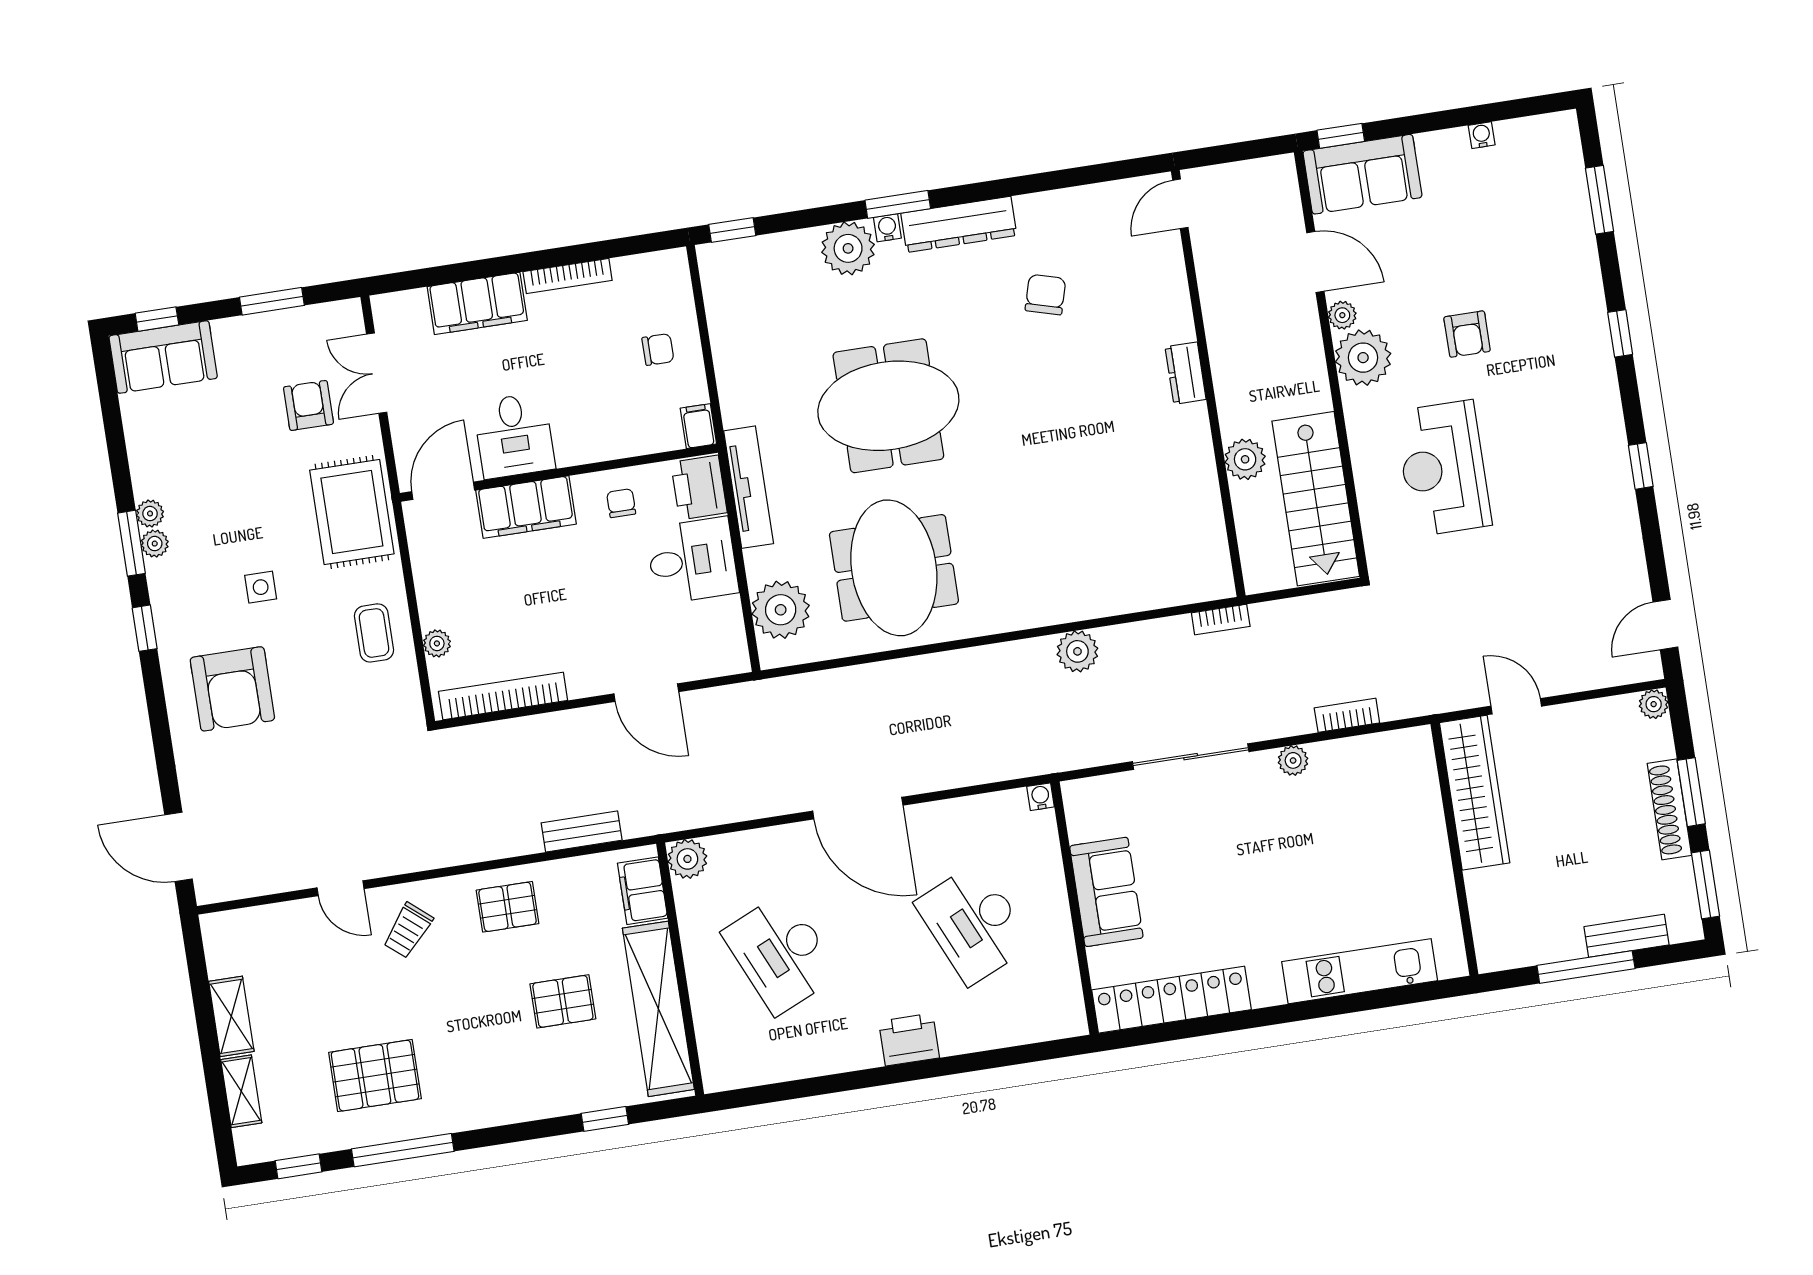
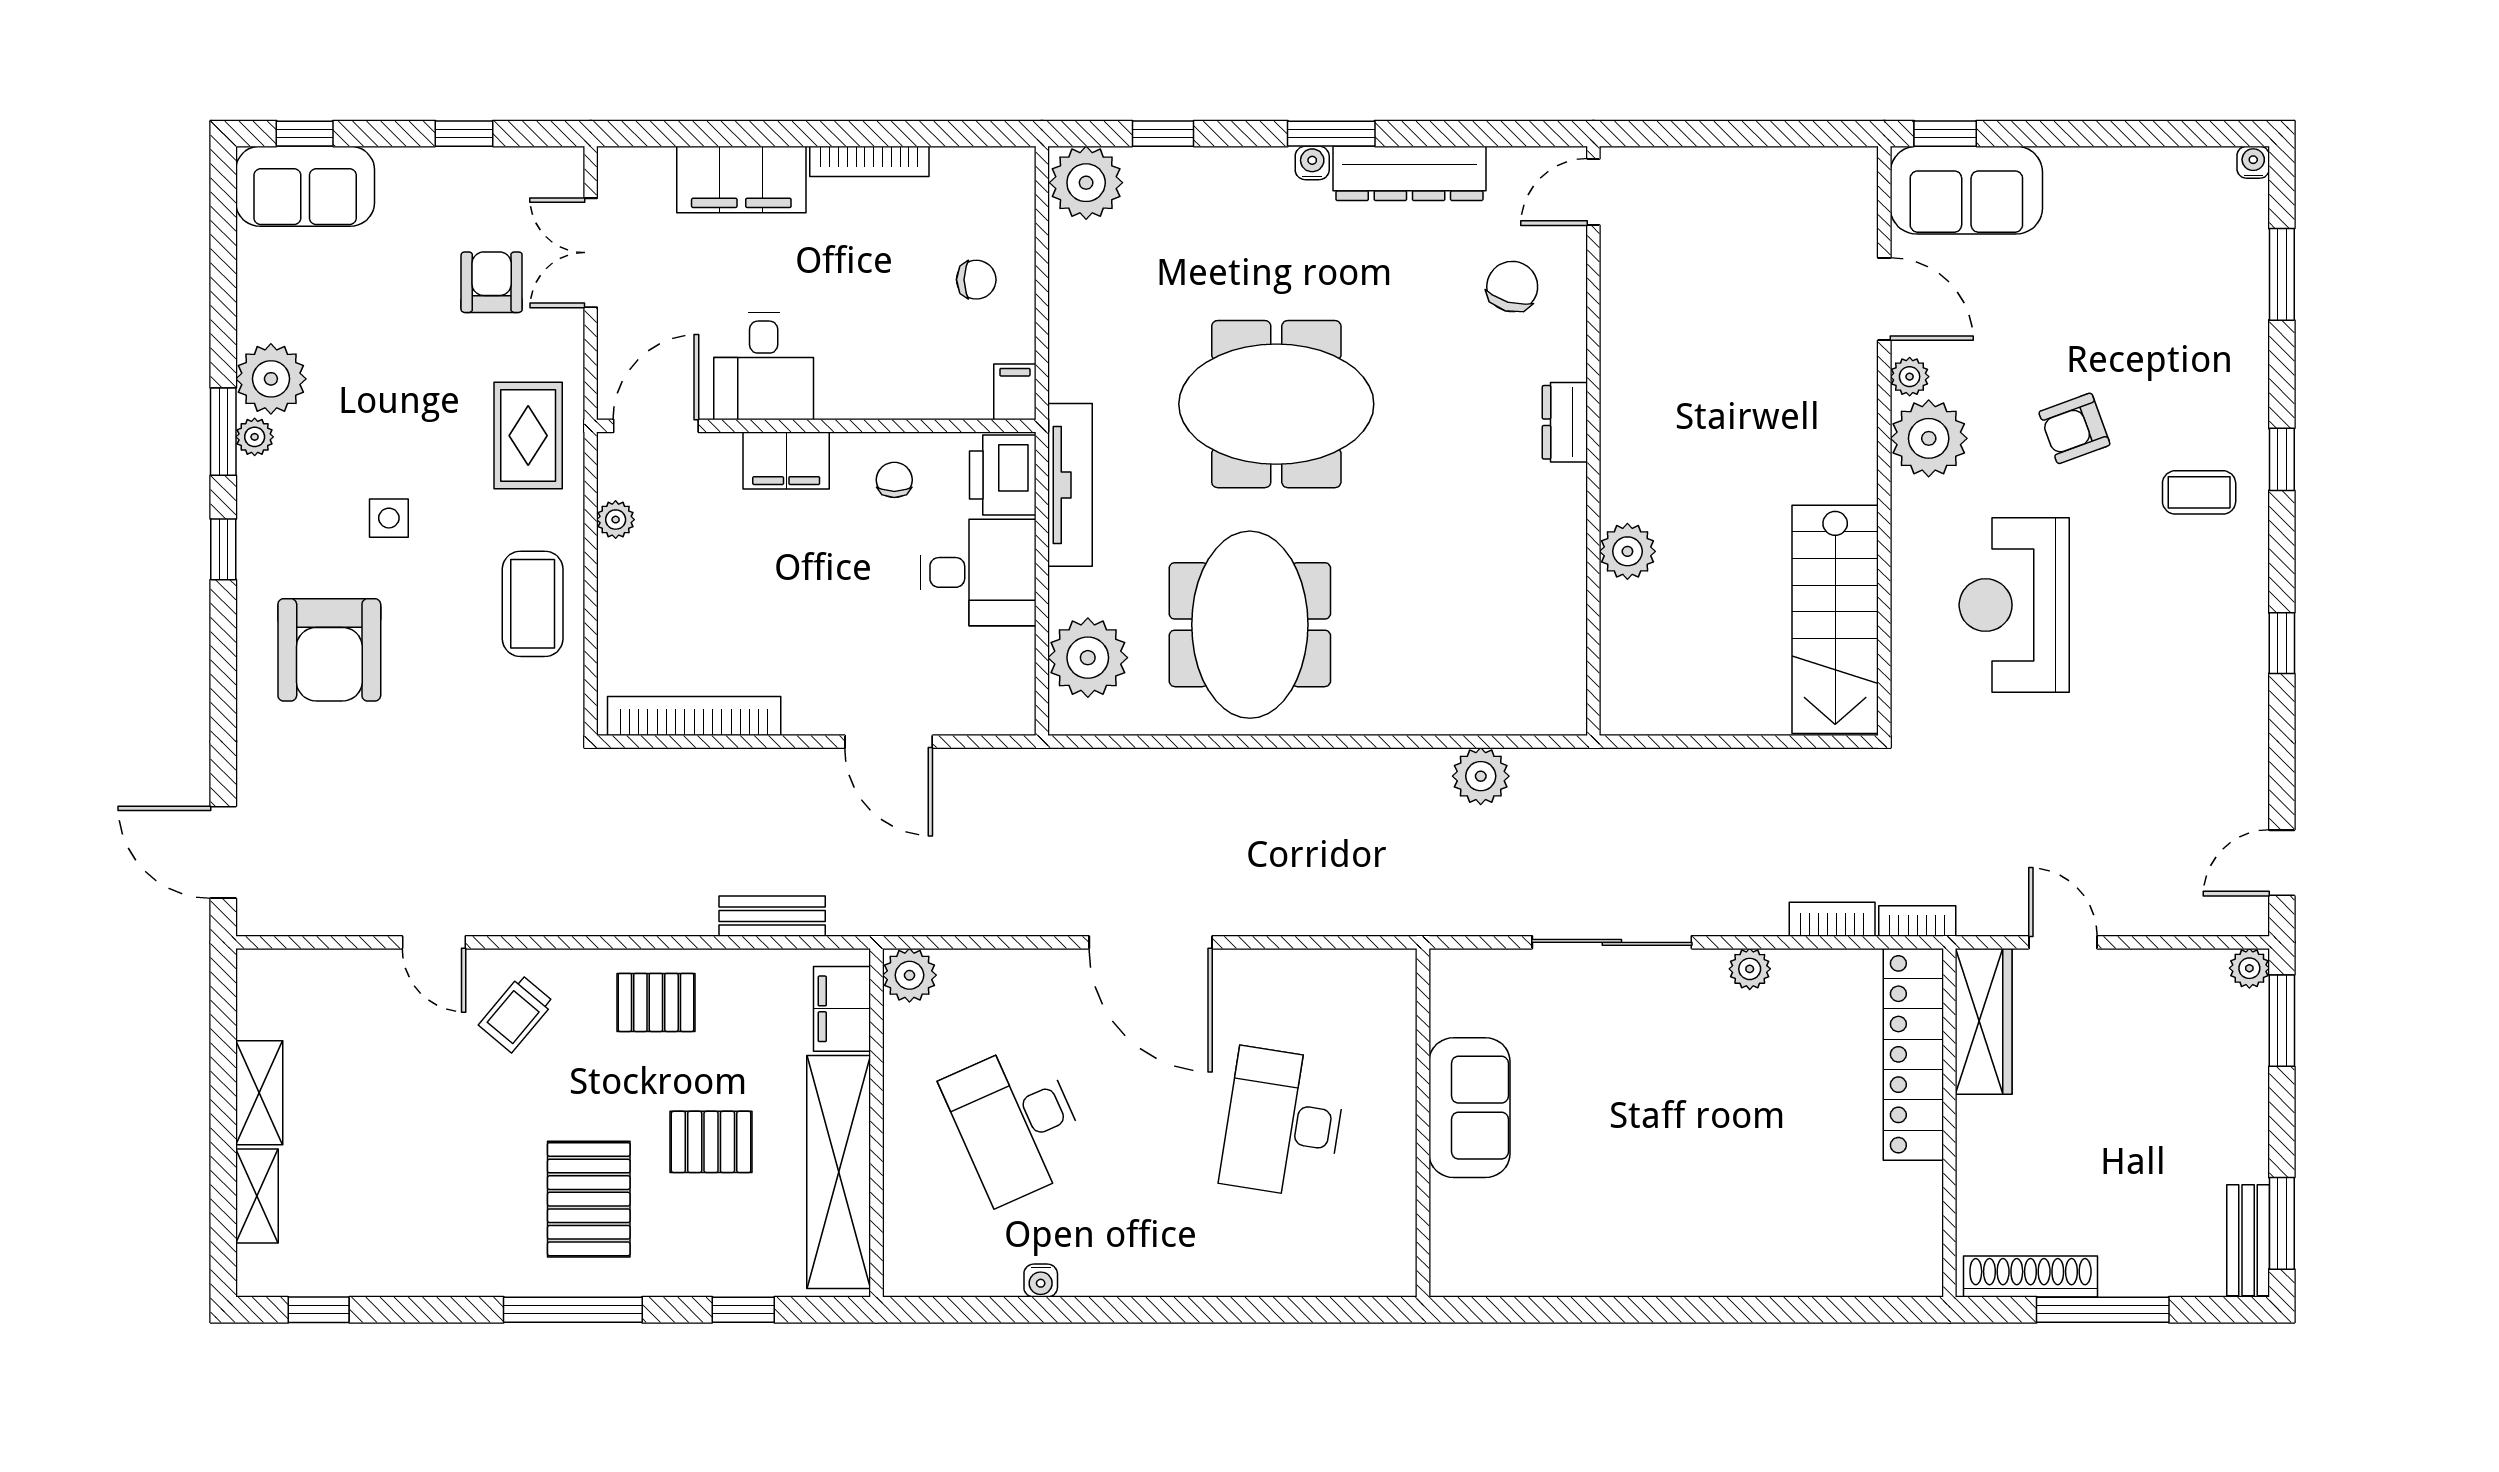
water cooler: (1482, 135) -> (2253, 162), moved
door: (1180, 204) -> (1593, 192), moved
window: (732, 230) -> (1163, 134), moved
plant: (848, 248) -> (1086, 183), moved
window: (272, 301) -> (464, 134), width x0.67
armchair: (1467, 334) -> (2074, 428), turned 70
coffee table: (1564, 366) -> (2199, 492), added
dresser: (1186, 373) -> (1565, 422), moved
wall: (1208, 383) -> (1593, 441), moved
plant: (1245, 459) -> (1627, 551), moved
filing cabinet: (526, 507) -> (786, 461), width x0.67, depth x0.86
rug: (352, 512) -> (528, 436), width x0.73, depth x0.70
plant: (150, 514) -> (271, 379), width x1.88, depth x1.88
bookcase: (1221, 620) -> (1917, 921), moved, turned 180
coffee table: (374, 633) -> (533, 604), width x1.36, depth x1.30
plant: (437, 643) -> (616, 520), moved
window: (1691, 792) -> (2282, 1021), moved
wardrobe: (1475, 793) -> (1984, 1021), width x0.71, depth x0.85
water cooler: (1041, 797) -> (1041, 1281), moved, turned 180
shoe rack: (1669, 809) -> (2030, 1277), moved, turned 90
desk: (974, 924) -> (1283, 1123), turned 33
bench: (1626, 936) -> (2248, 1240), moved, turned 90
kitchen unit: (1360, 971) -> (1796, 1268), removed
locker: (1172, 1000) -> (1913, 1054), moved, turned -90
printer: (909, 1040) -> (1171, 1266), removed
pallet: (375, 1076) -> (589, 1199), moved, turned 90
window: (403, 1150) -> (573, 1310), moved

